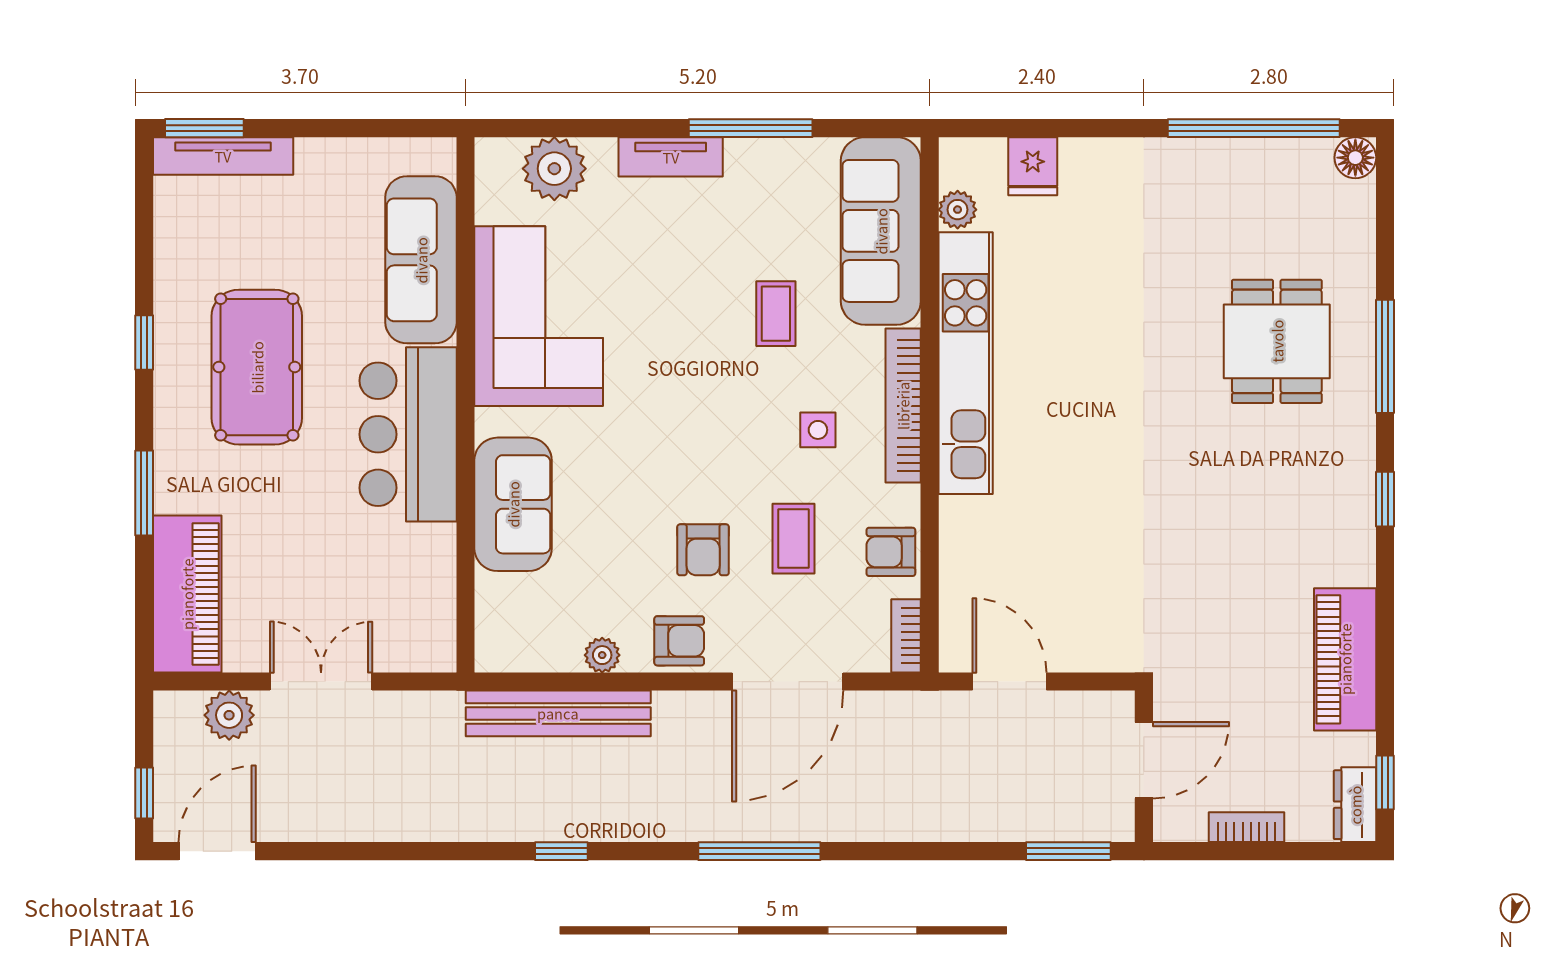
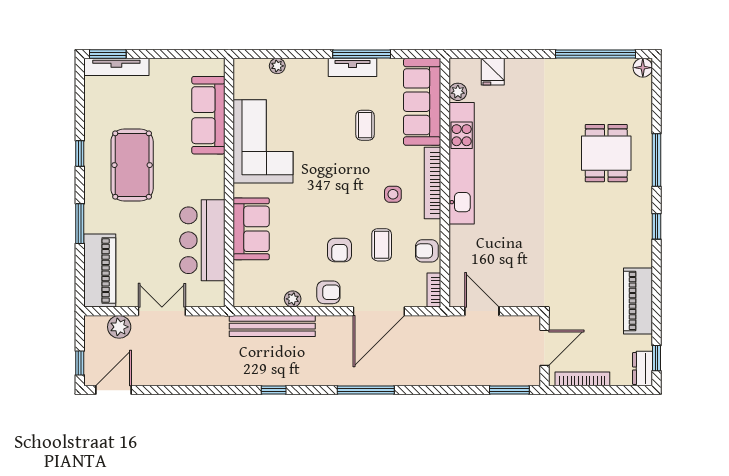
tv unit: (671, 157) -> (352, 67), moved
plant: (554, 169) -> (277, 66), width x0.53, depth x0.53
coffee table: (776, 314) -> (365, 125), moved
bar counter: (408, 434) -> (202, 240), moved
bookcase: (1247, 827) -> (582, 379), width x1.56

